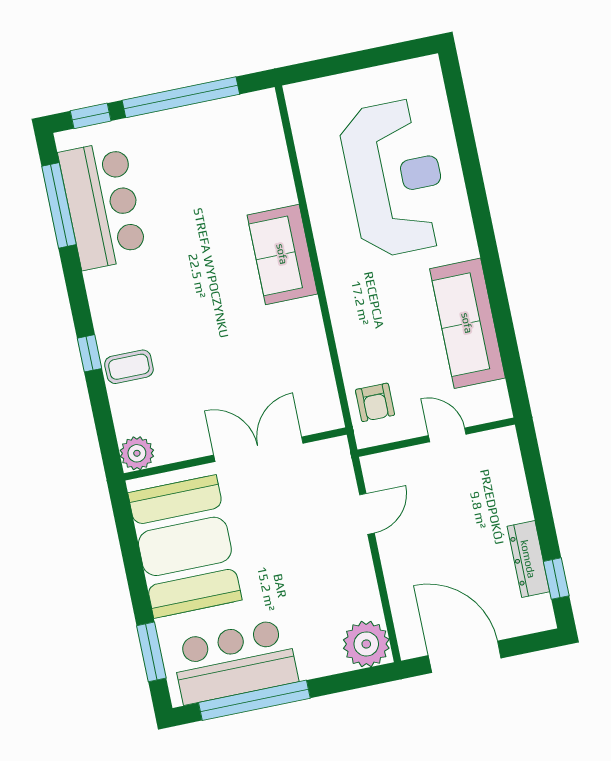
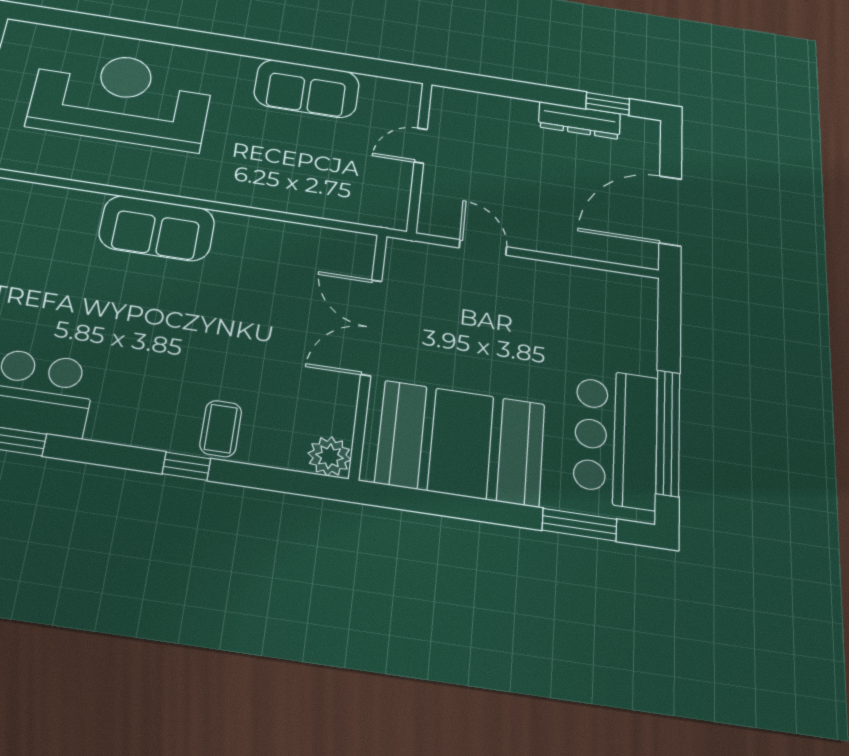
sofa: (467, 323) -> (307, 89), width x0.73
armchair: (375, 402) -> (360, 198), removed
plant: (366, 644) -> (631, 297), removed

